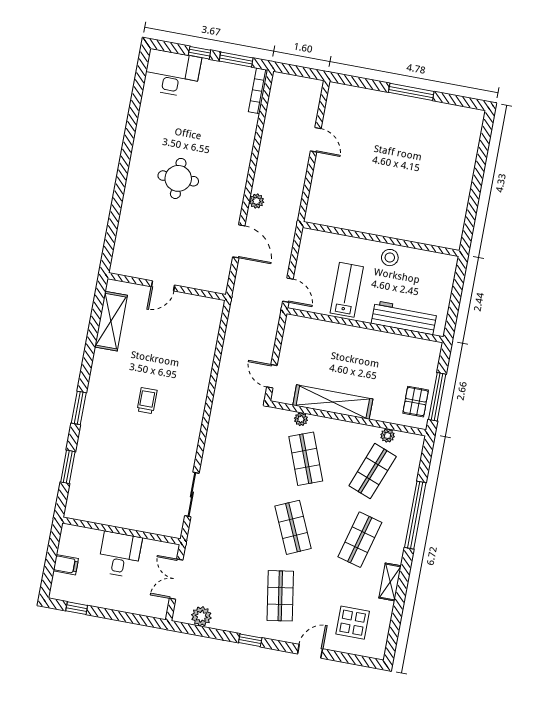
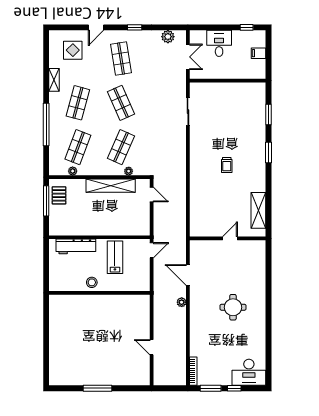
door: (288, 290) -> (152, 250), swing flipped
lab bench: (347, 290) -> (115, 257), turned 180
shop shelf: (306, 459) -> (121, 147), turned 45
desk: (120, 554) -> (219, 43), moved, turned 180

